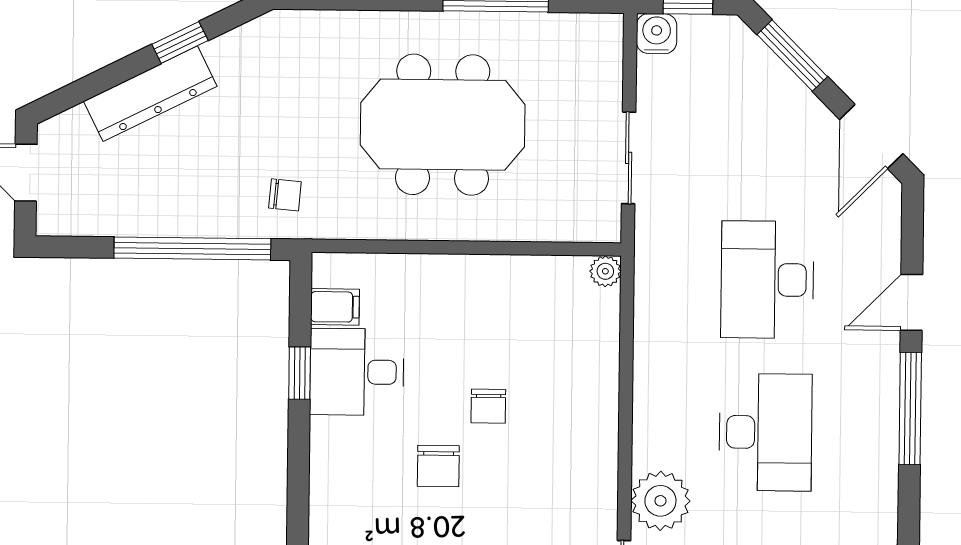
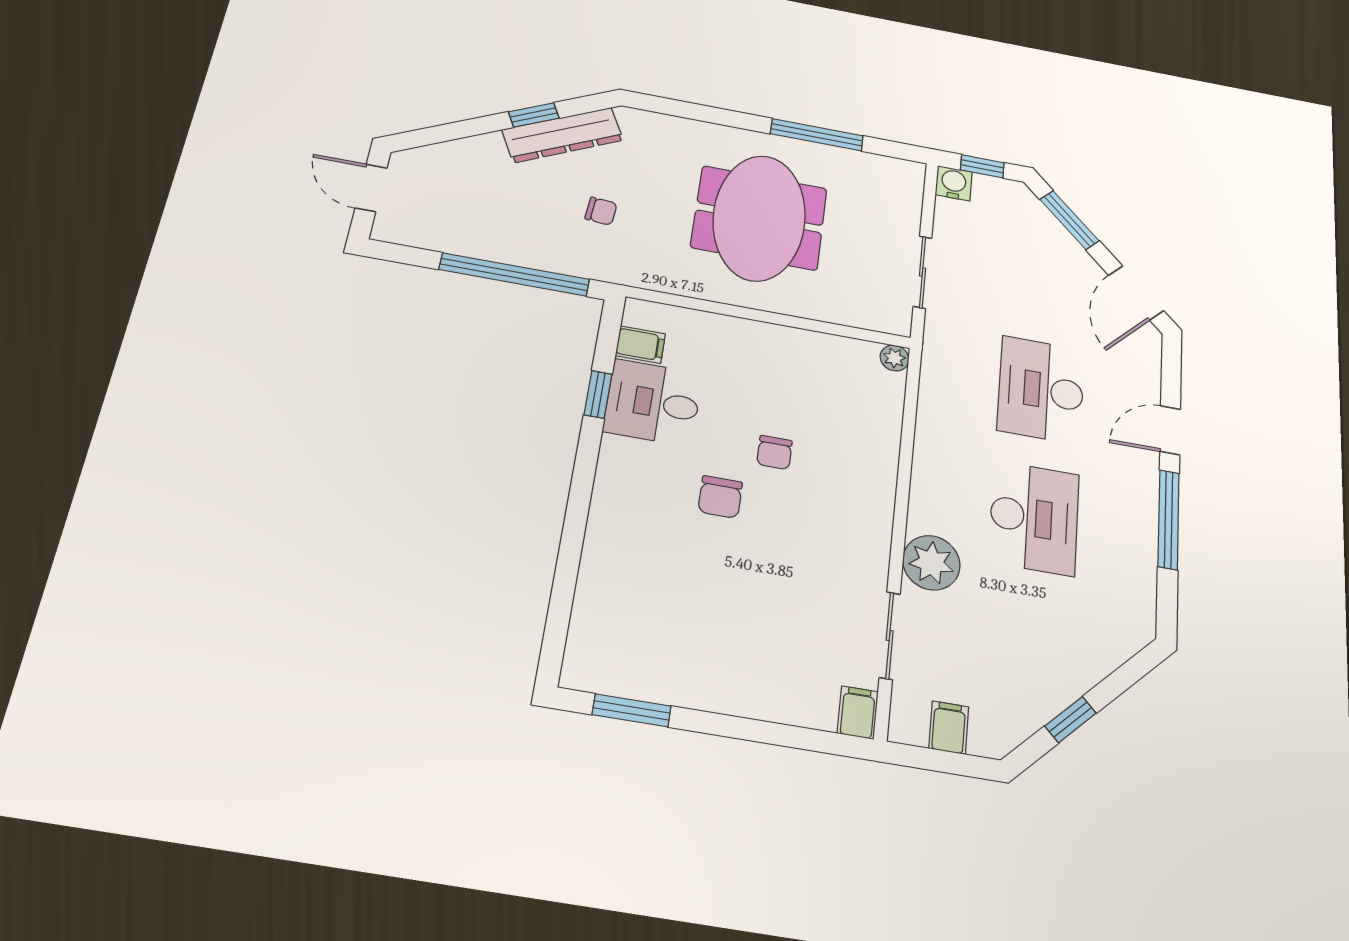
dresser: (150, 94) -> (563, 135), moved
meeting table: (443, 125) -> (759, 218), turned 90
chair: (285, 195) -> (601, 211), moved

